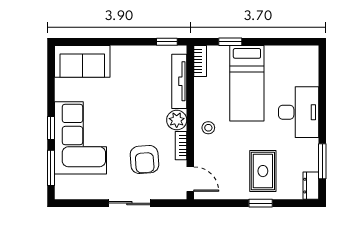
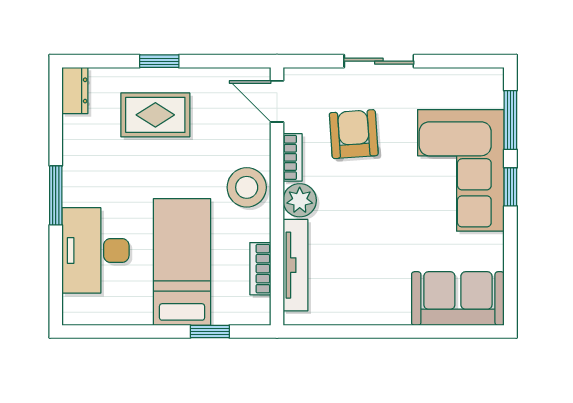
window: (167, 42) -> (316, 331), removed
bookcase: (200, 61) -> (260, 269), moved
desk: (299, 112) -> (95, 250), moved
stool: (208, 128) -> (247, 187), width x1.89, depth x1.89
window: (322, 161) -> (56, 195), moved
rug: (263, 171) -> (155, 115), turned 90

